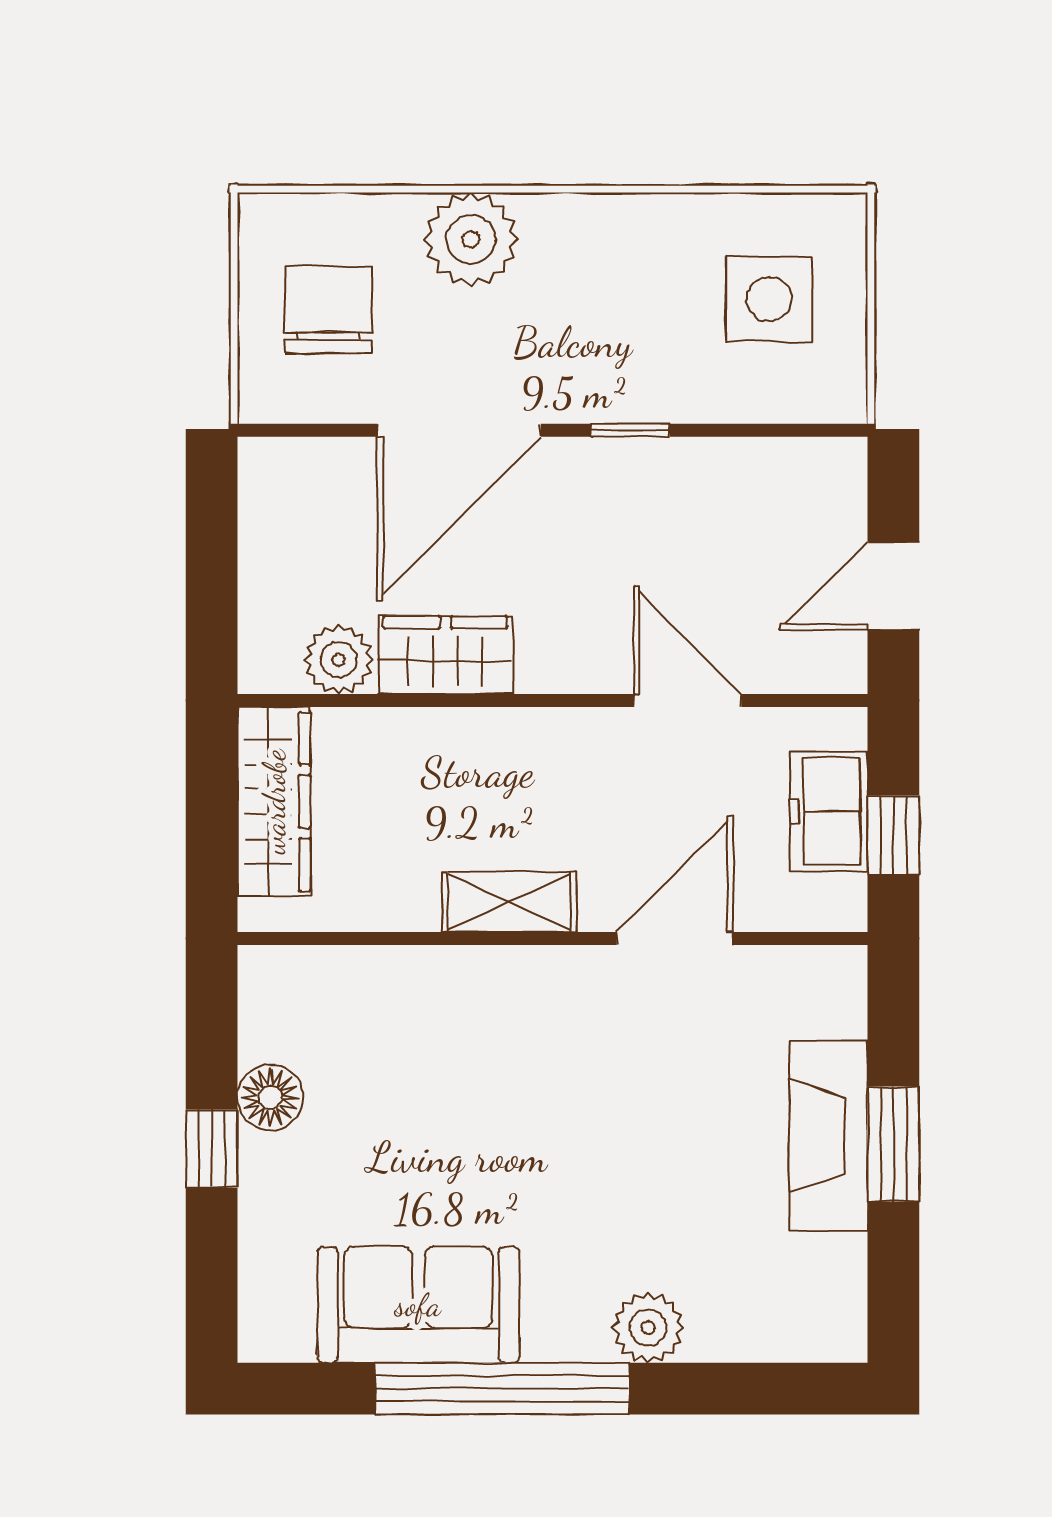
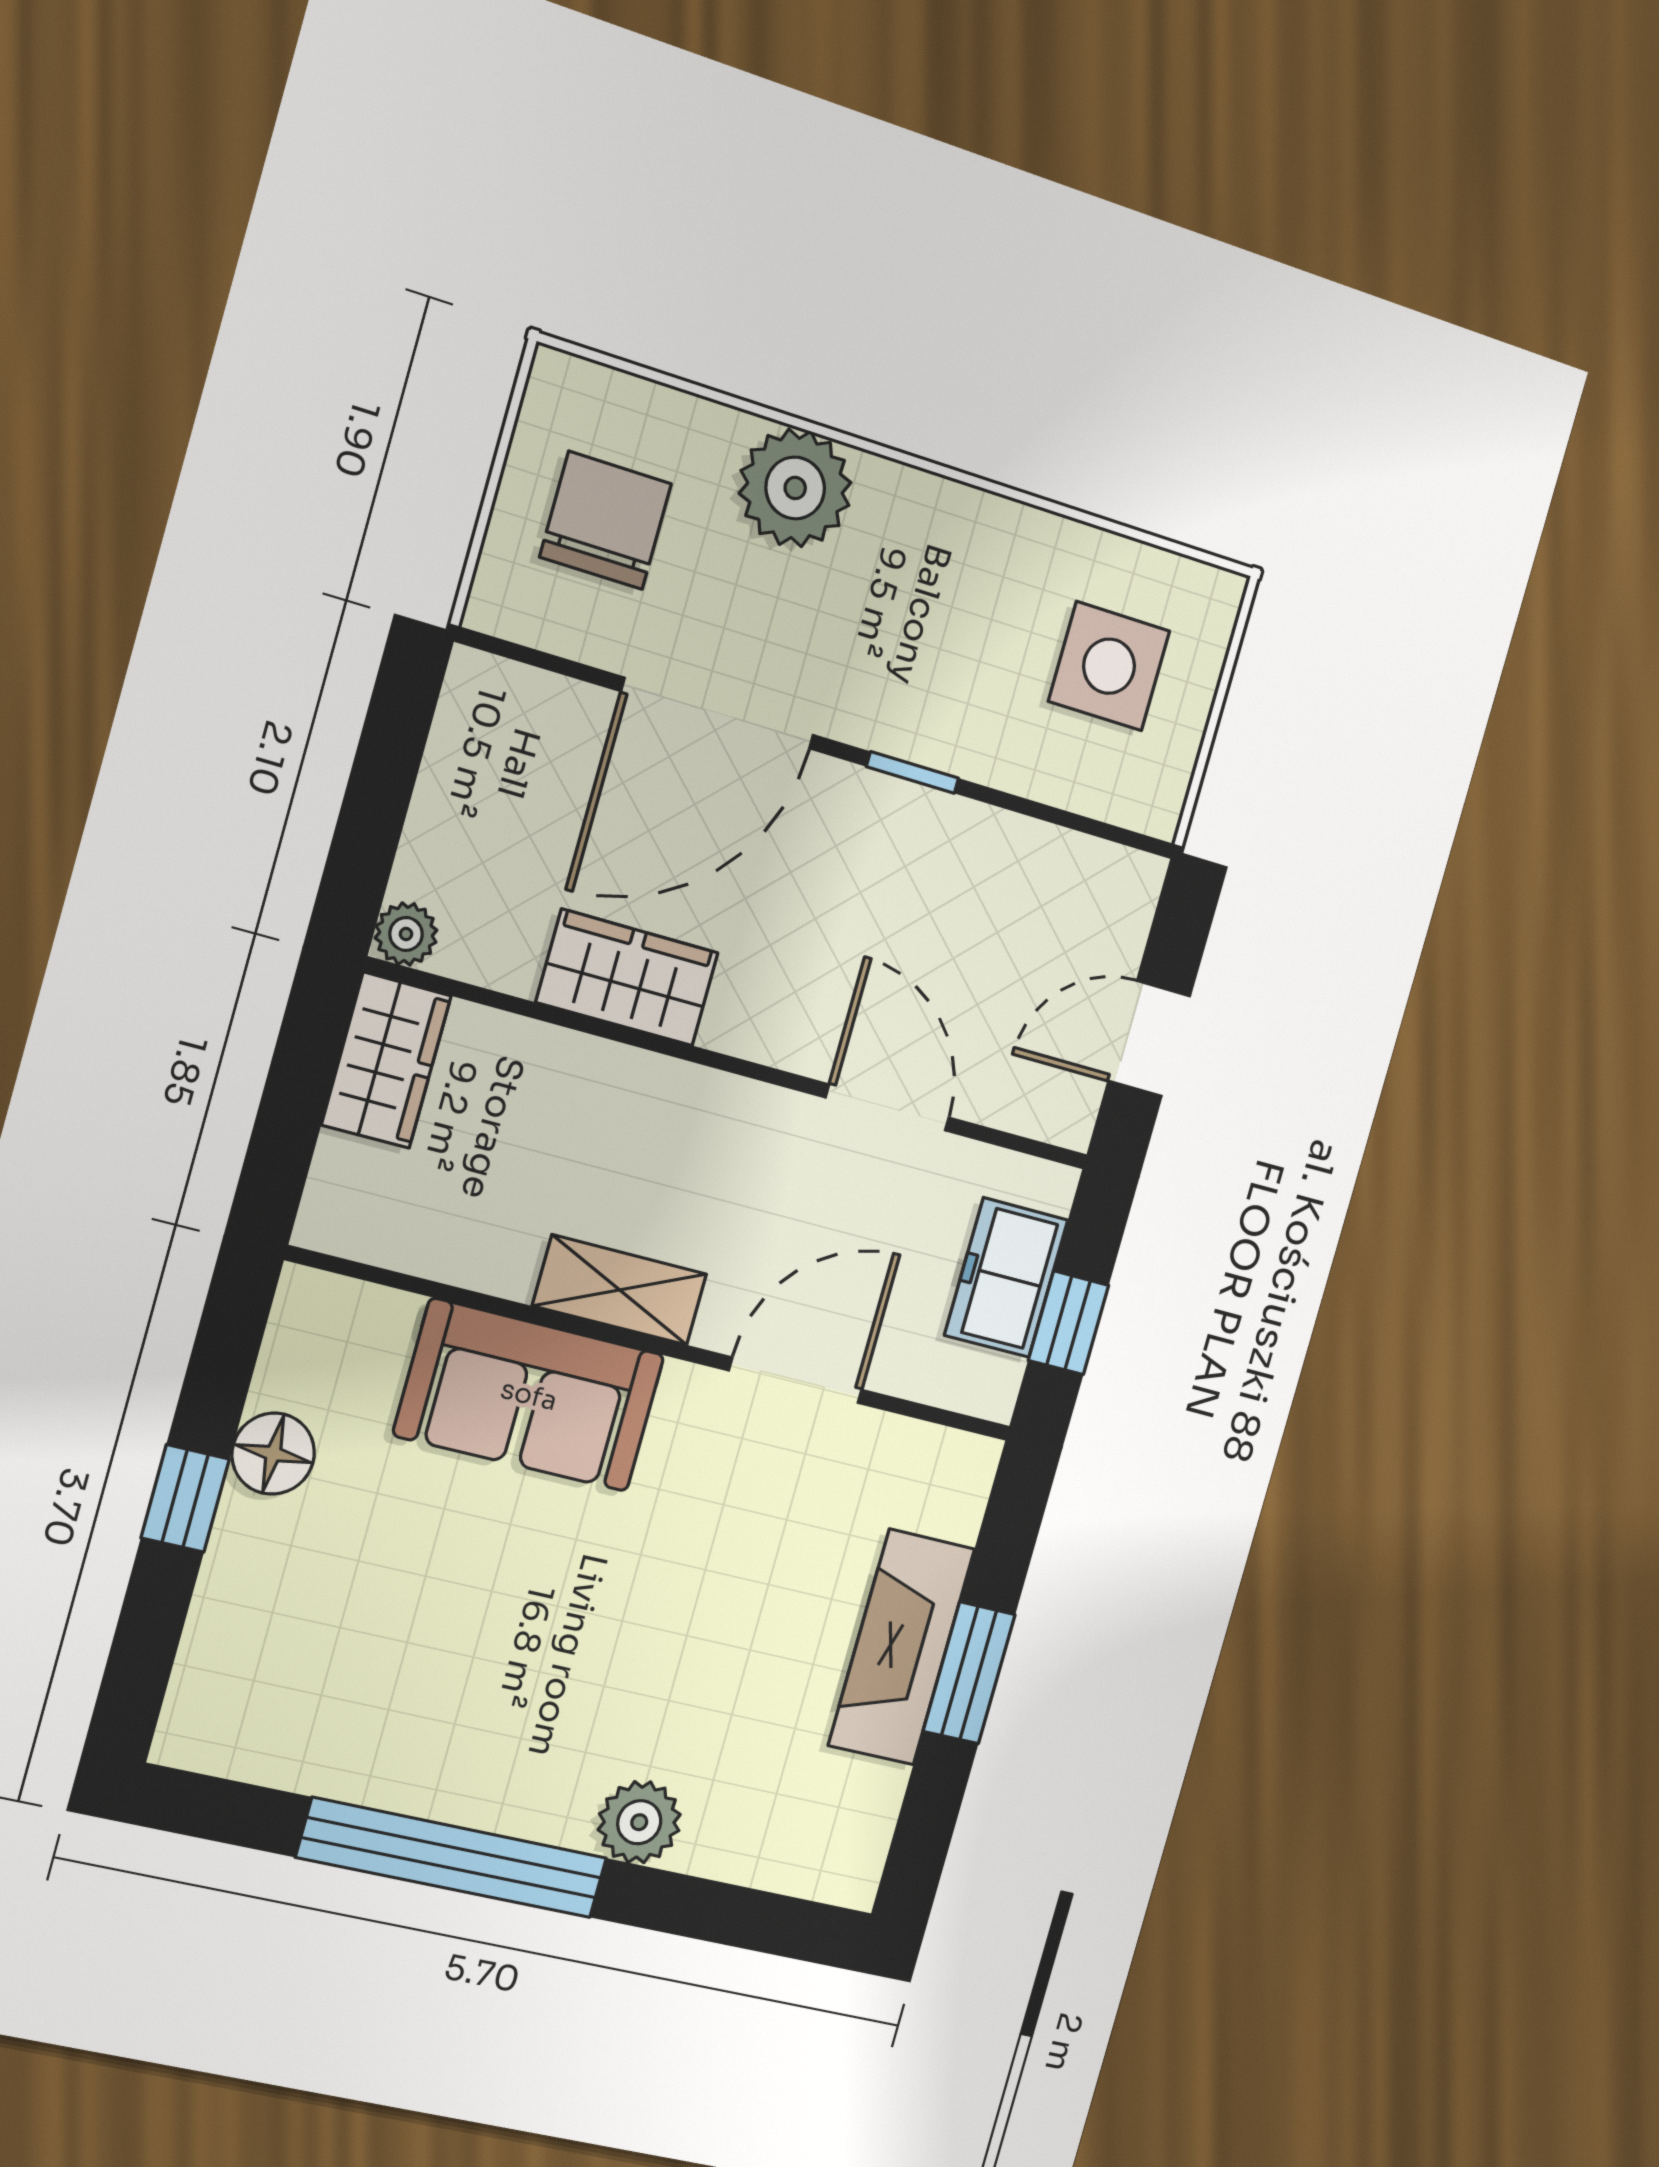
plant: (339, 660) -> (406, 934), moved, width x0.73, depth x0.73
wardrobe: (274, 802) -> (386, 1060), width x0.67
sofa: (418, 1305) -> (529, 1395), moved, turned 180

